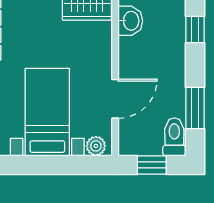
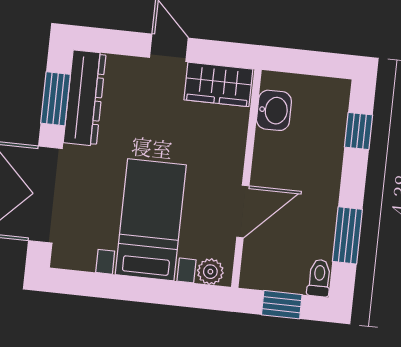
toilet: (174, 137) -> (319, 278), width x0.73, depth x0.72

